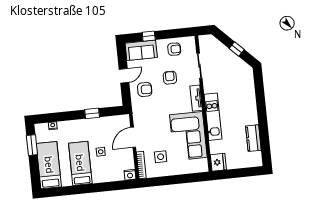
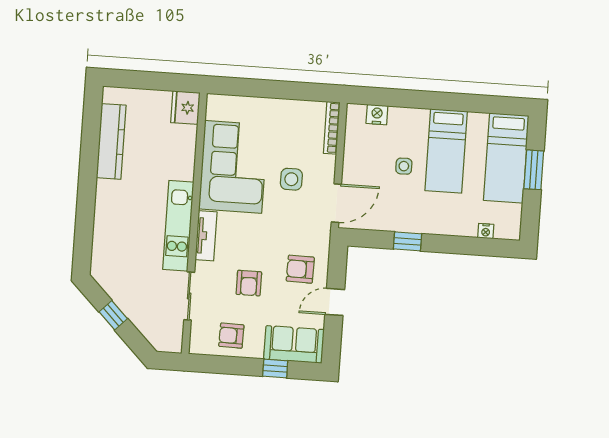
kitchen unit: (213, 117) -> (178, 226), moved
door: (133, 137) -> (336, 203), moved
kitchen counter: (253, 138) -> (111, 141), width x1.50
window: (32, 145) -> (534, 170), moved
side table: (161, 157) -> (291, 179), moved
nightstand: (130, 175) -> (377, 115), moved

